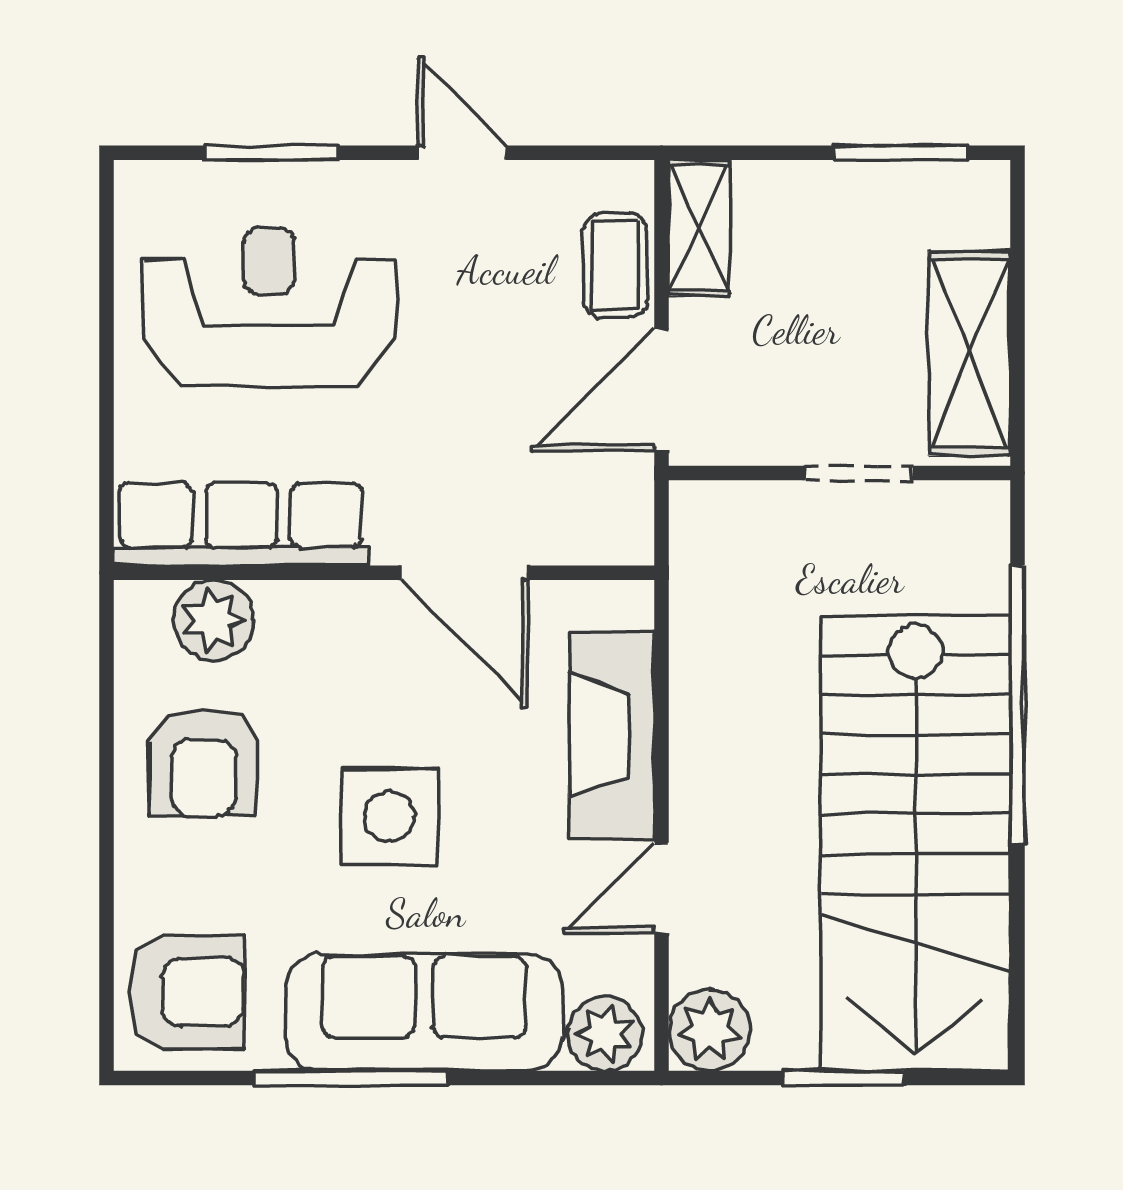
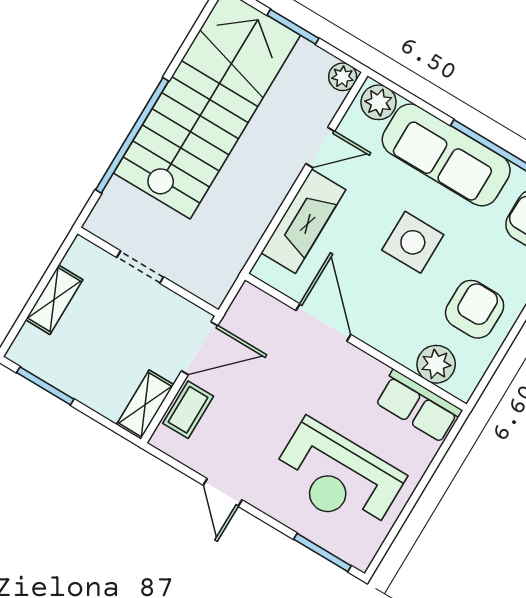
window: (271, 153) -> (322, 552), moved
shelving: (969, 354) -> (54, 300), width x0.67, depth x0.75
row of seats: (241, 524) -> (418, 406), width x0.68
plant: (709, 1030) -> (343, 77), width x0.73, depth x0.73

